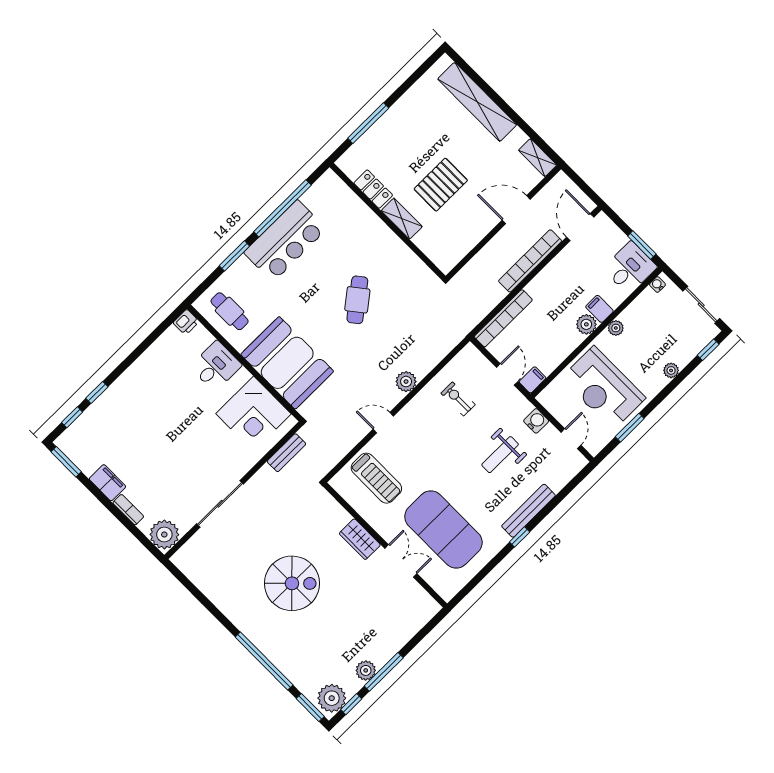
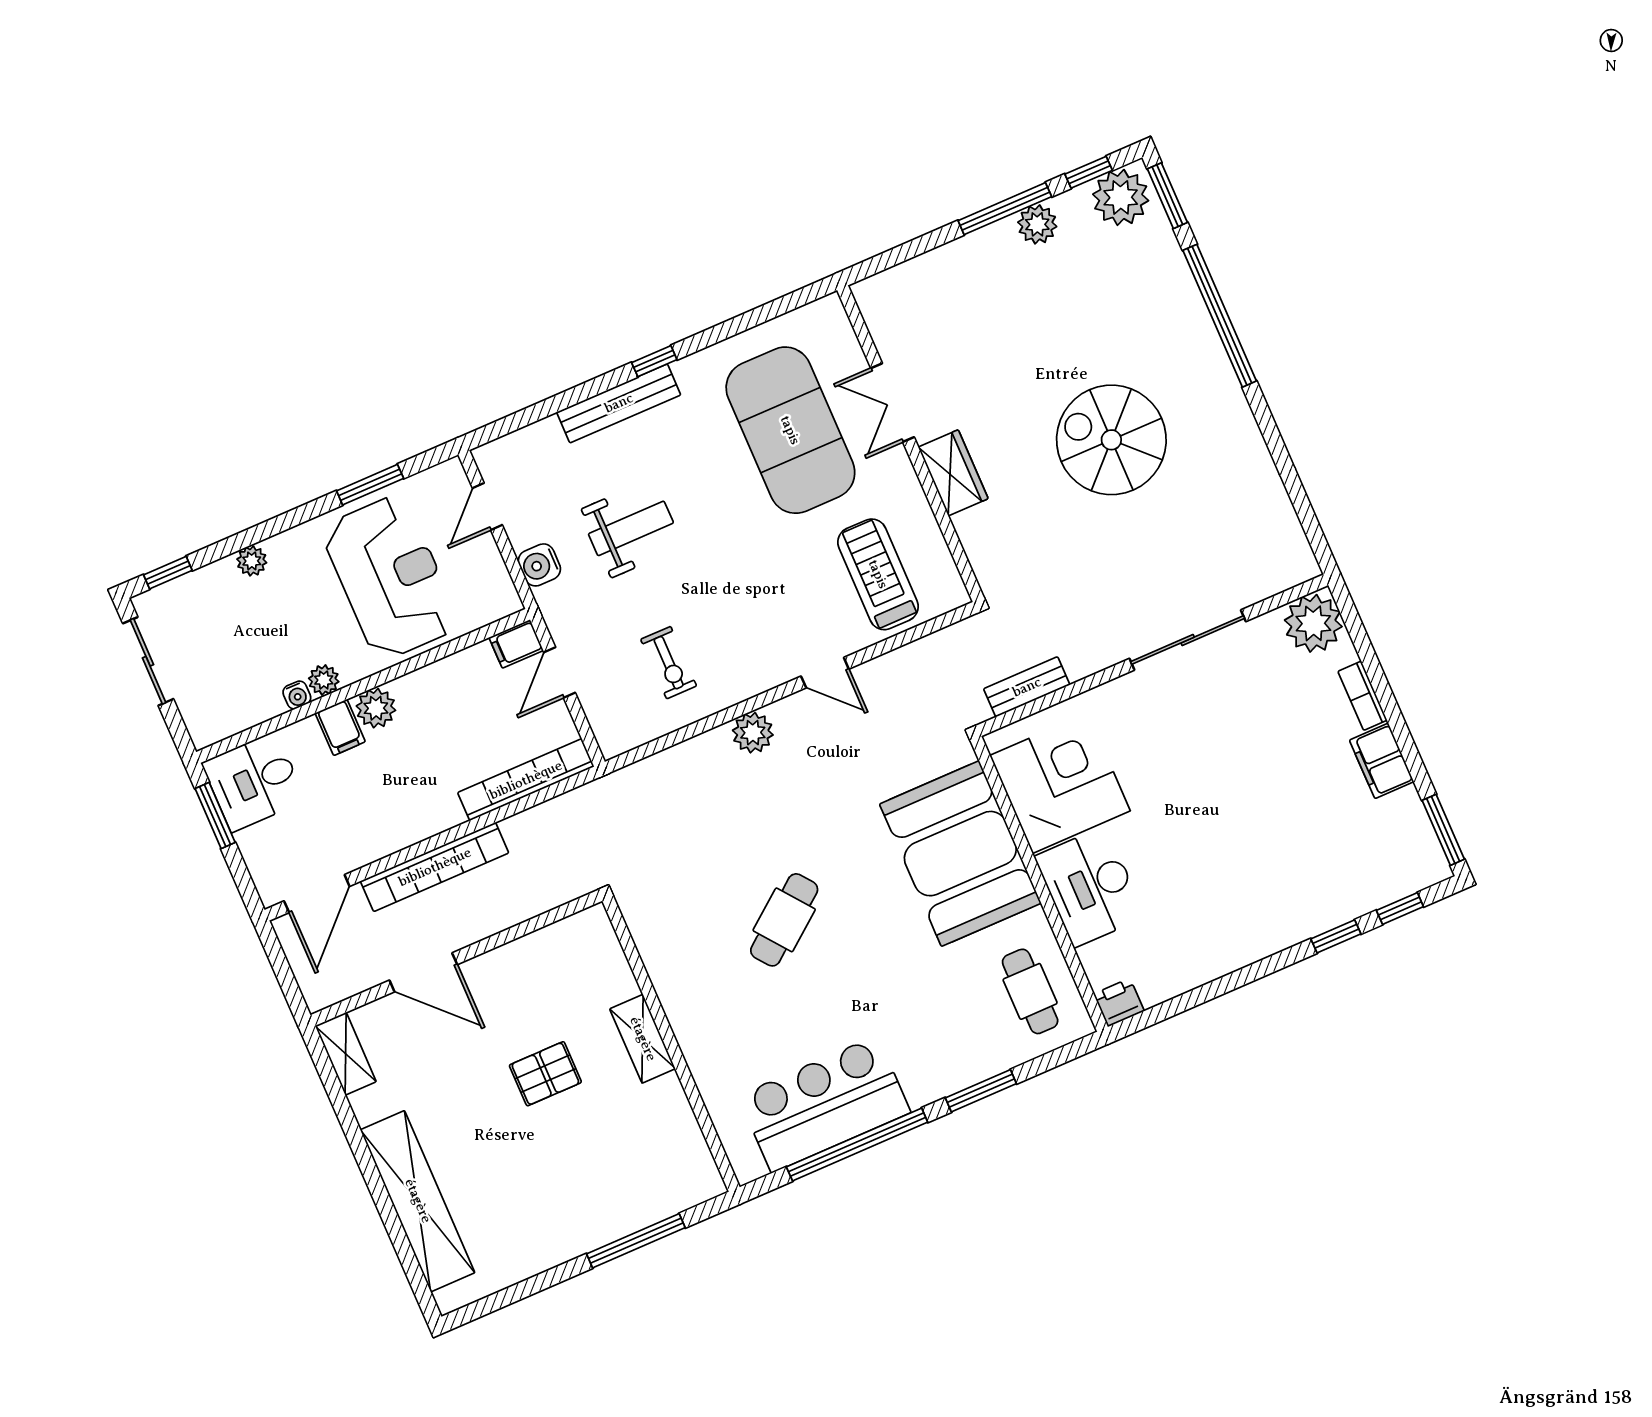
pallet: (441, 185) -> (545, 1074), width x0.67, depth x0.71
locker: (373, 189) -> (674, 1114), removed
bar counter: (285, 241) -> (824, 1104), moved
water cooler: (657, 284) -> (297, 695), moved
desk: (216, 366) -> (1090, 887), width x1.37

